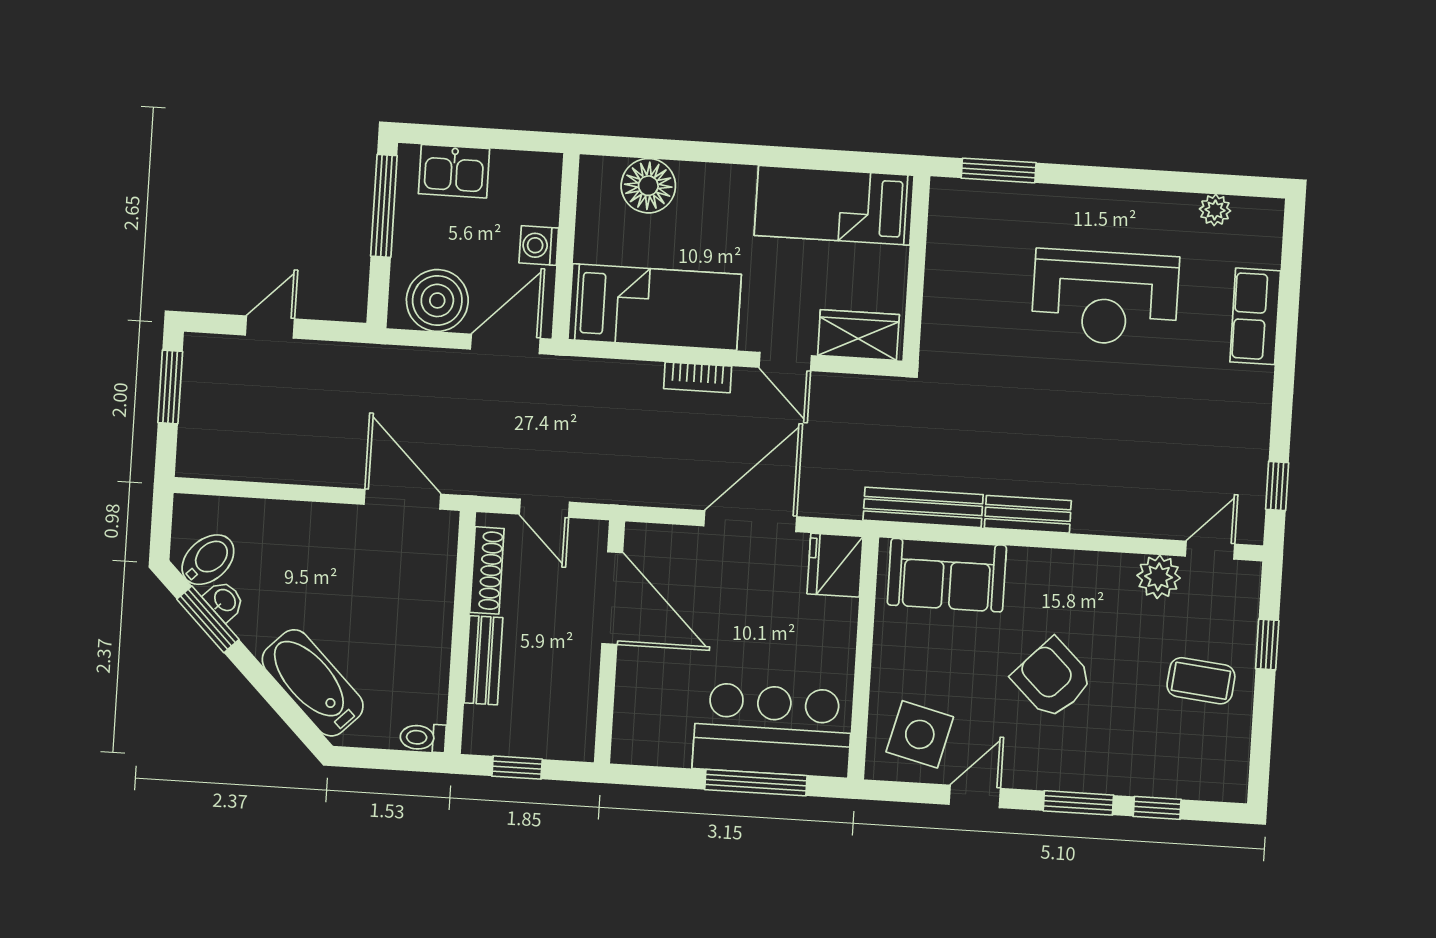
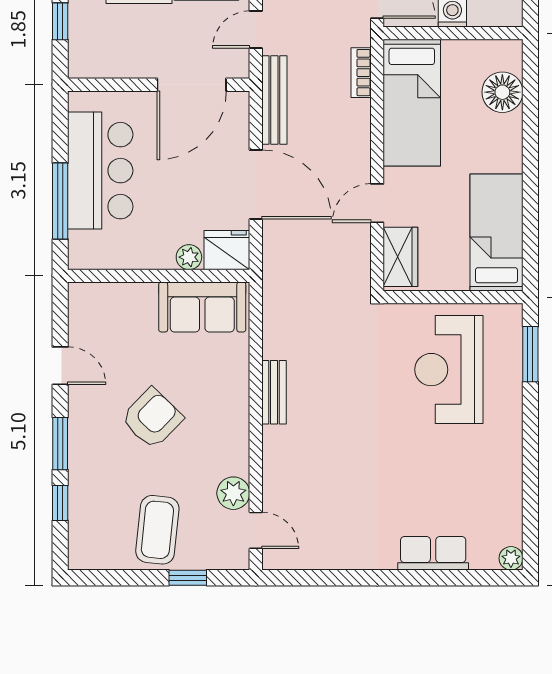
plant: (1215, 210) -> (511, 558), moved
reception desk: (1105, 298) -> (449, 370), moved
bookcase: (698, 377) -> (361, 73), moved
window: (1277, 486) -> (307, 578), removed
bench: (923, 507) -> (274, 100), moved
sofa: (947, 575) -> (202, 307), moved, turned -90
plant: (841, 616) -> (189, 257), added
coffee table: (1201, 681) -> (157, 530), width x1.36, depth x1.30
bar counter: (773, 730) -> (100, 171), moved
side table: (920, 734) -> (104, 322), removed

